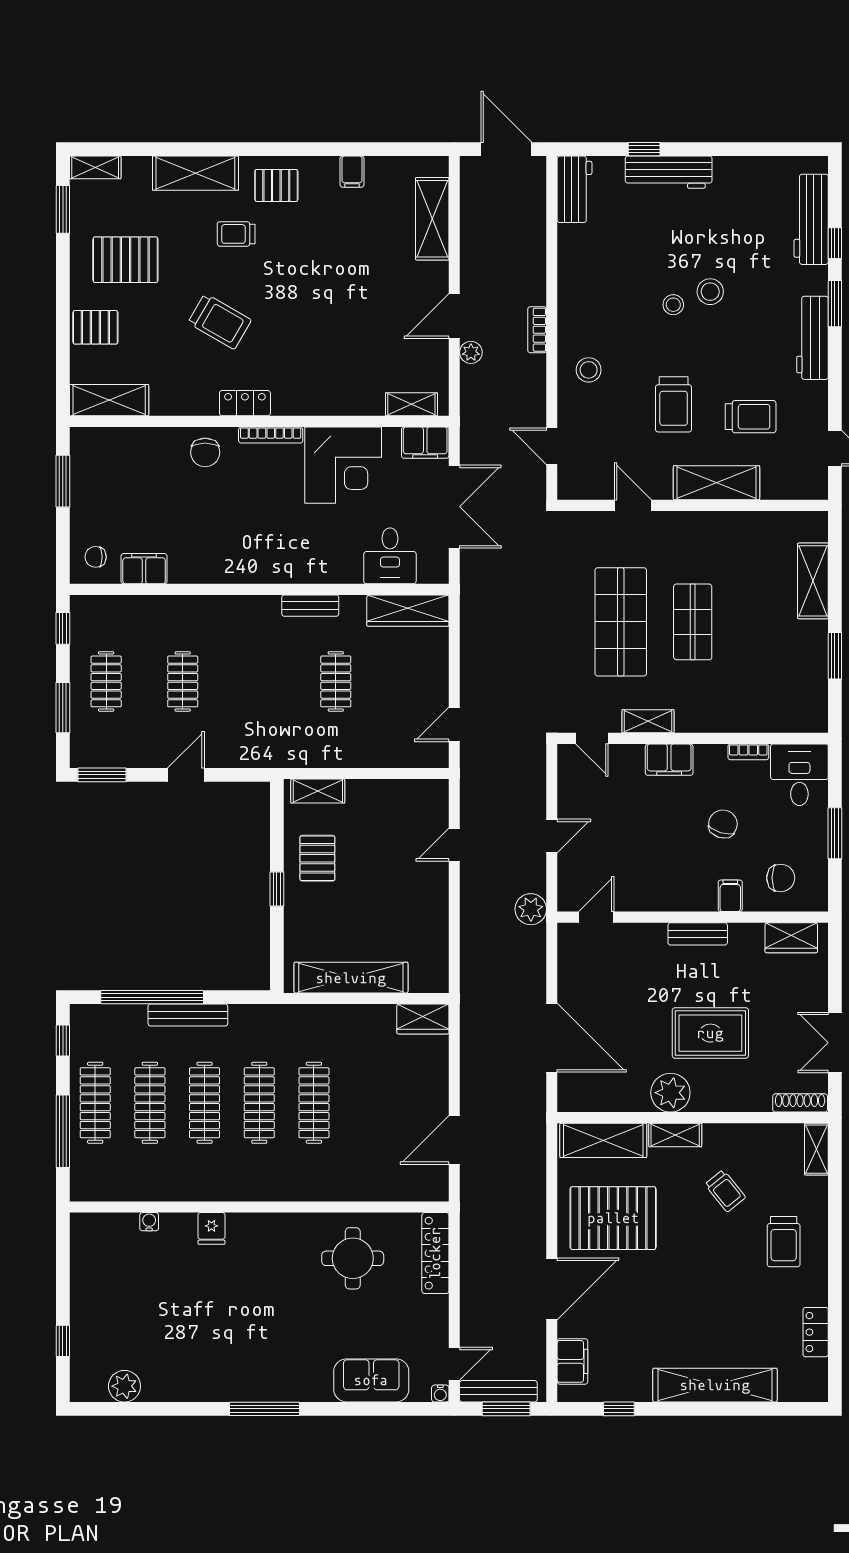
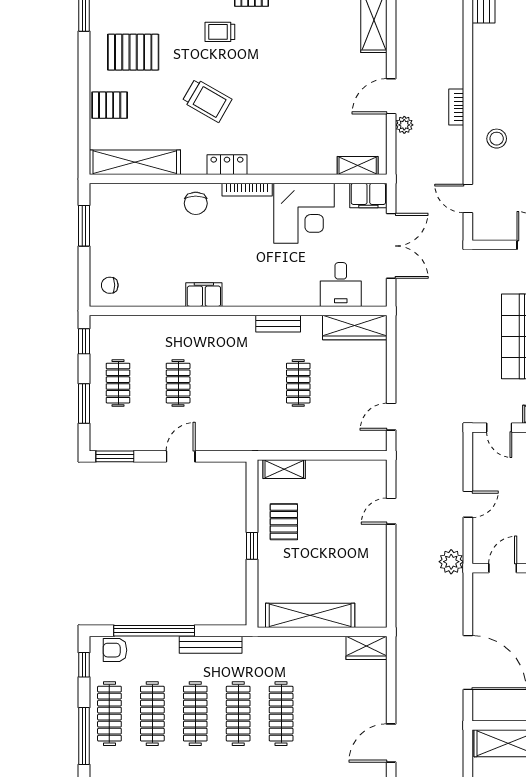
shelving: (109, 400) -> (135, 162), width x1.47
filing cabinet: (144, 569) -> (204, 295), moved
bench: (188, 1015) -> (211, 645), moved
armchair: (102, 1022) -> (115, 650), added

